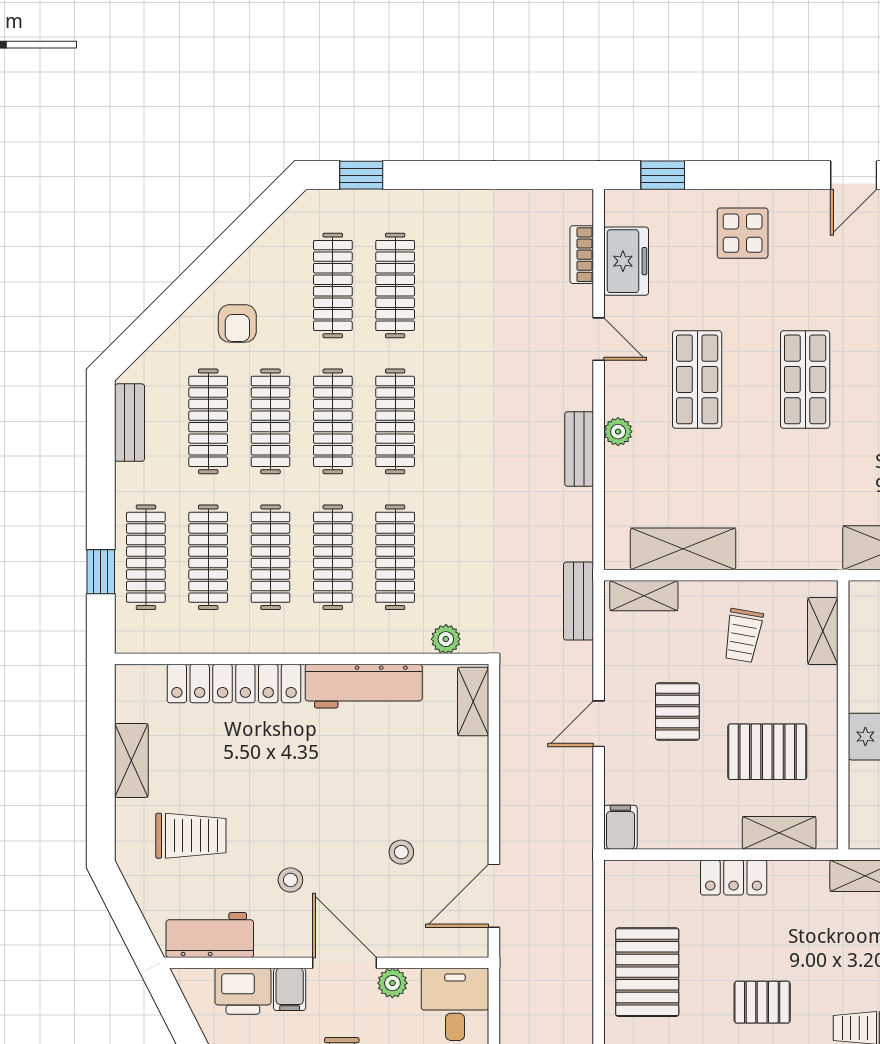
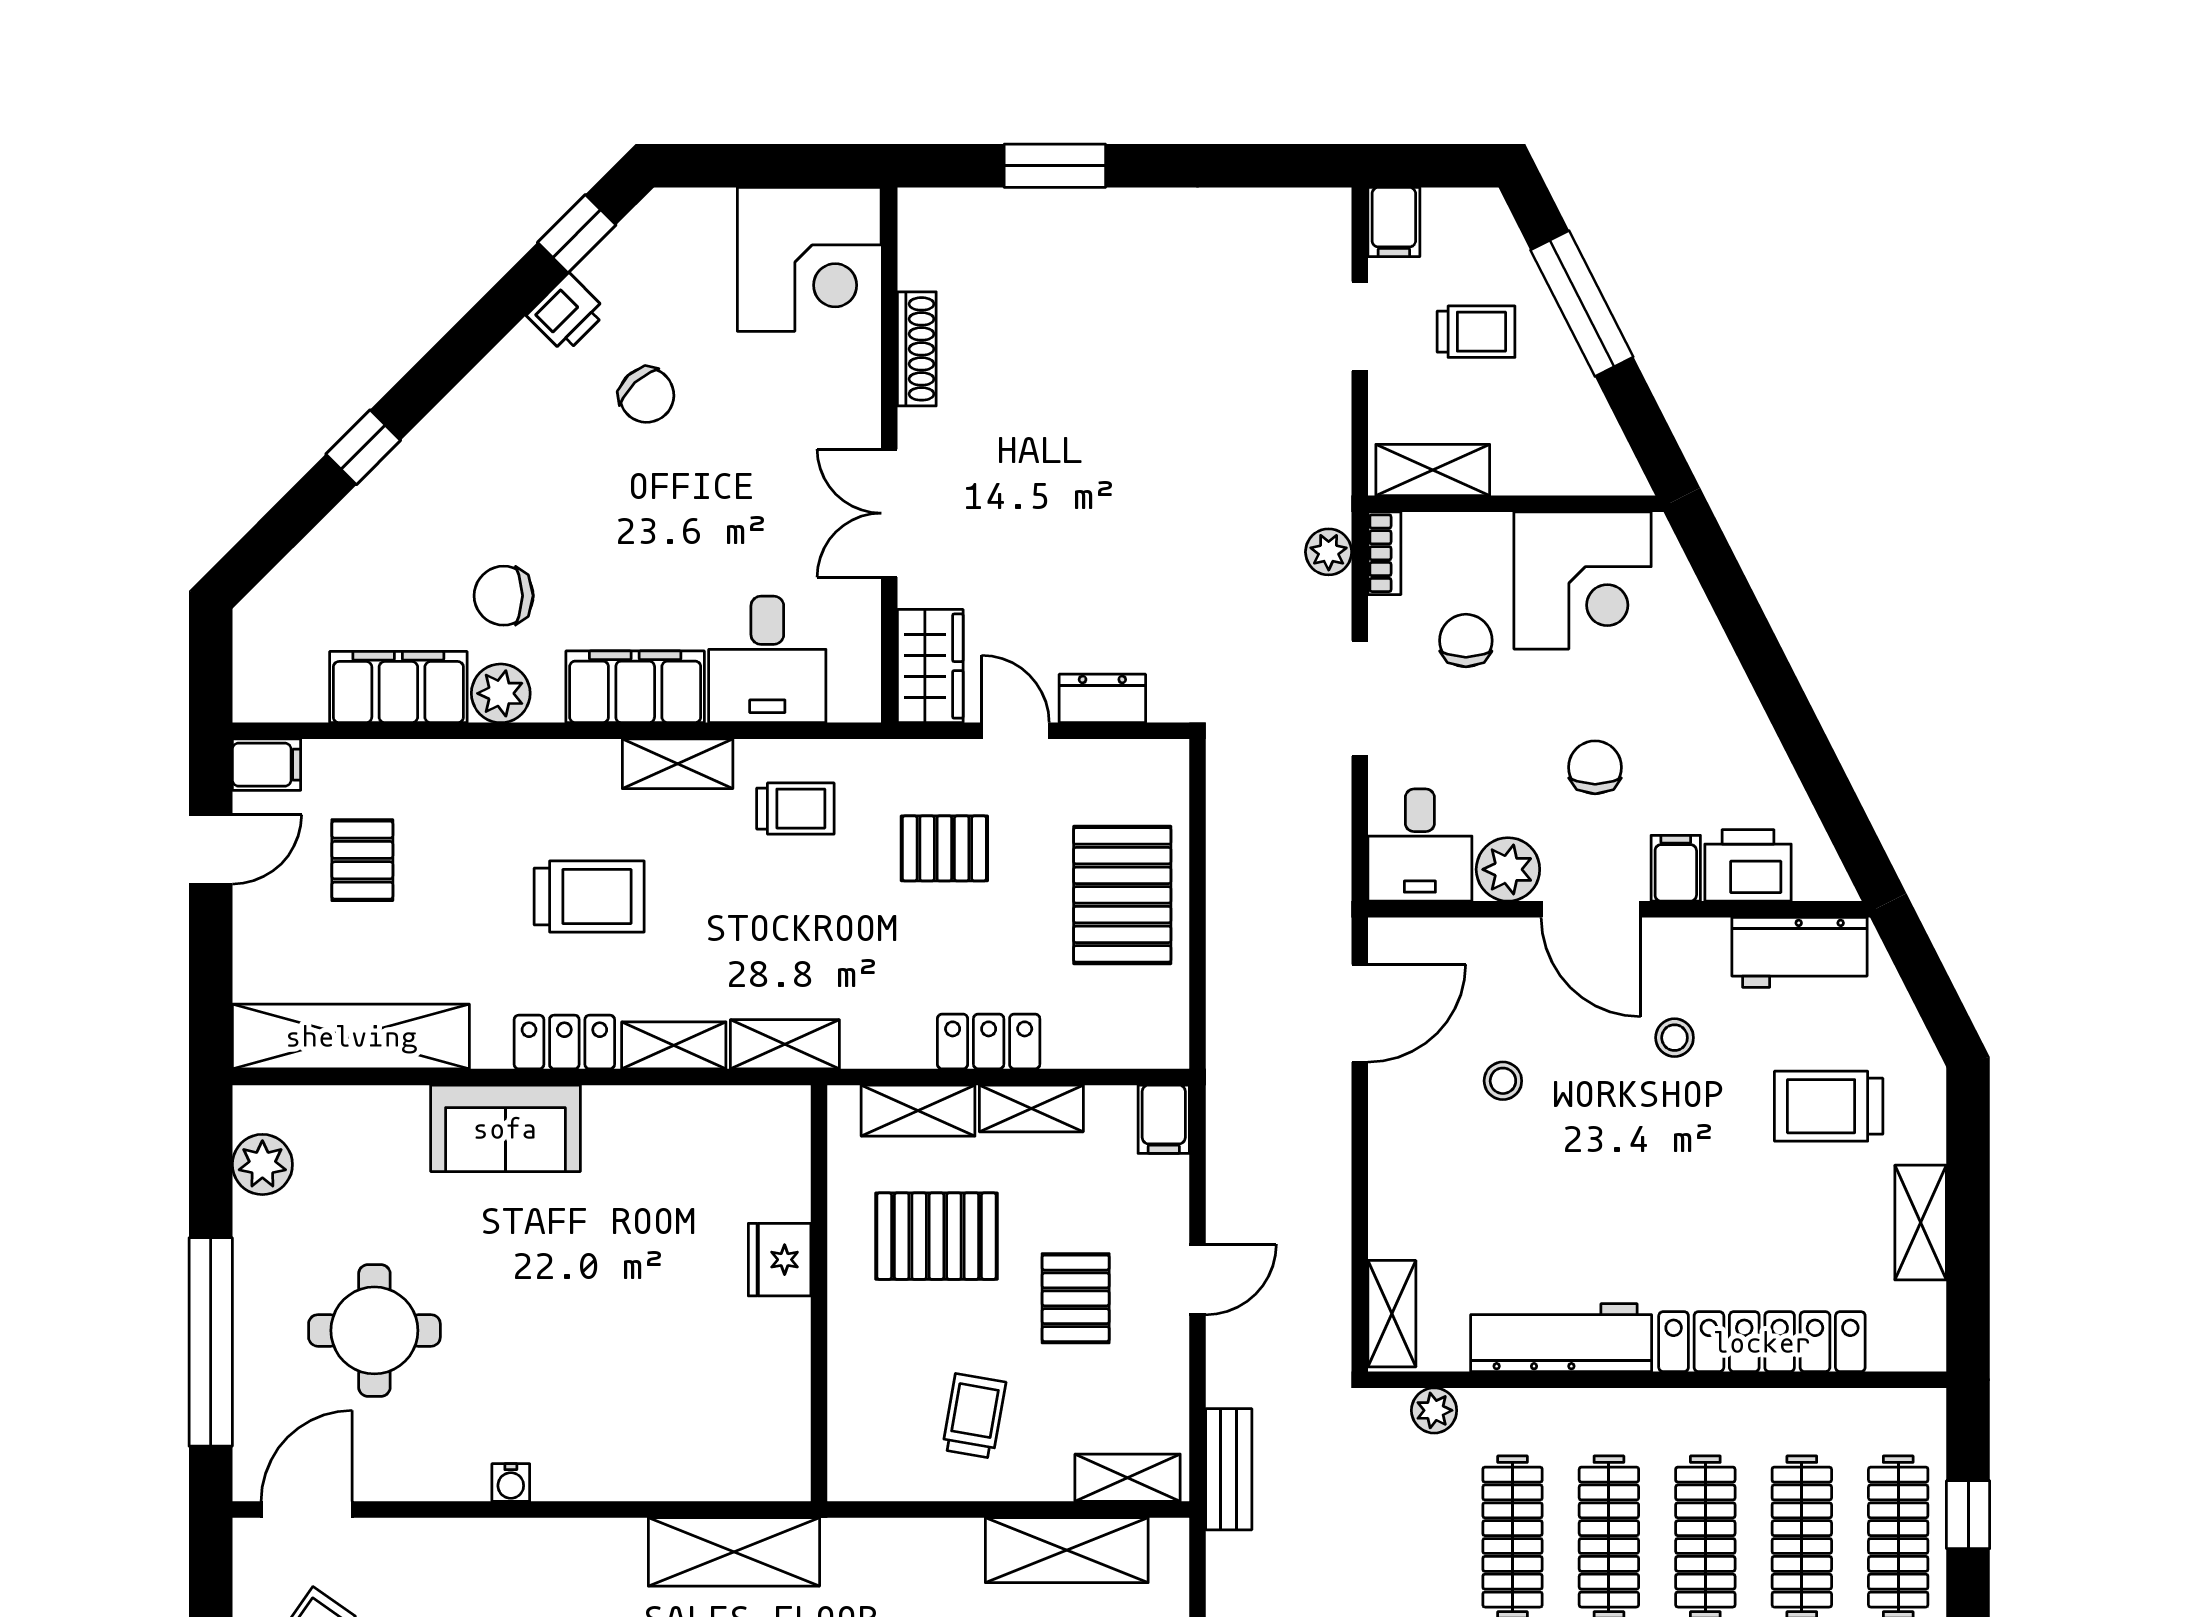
shelving: (823, 631) -> (1031, 1108), moved, turned 90
plant: (392, 983) -> (1508, 869), width x1.38, depth x1.38

